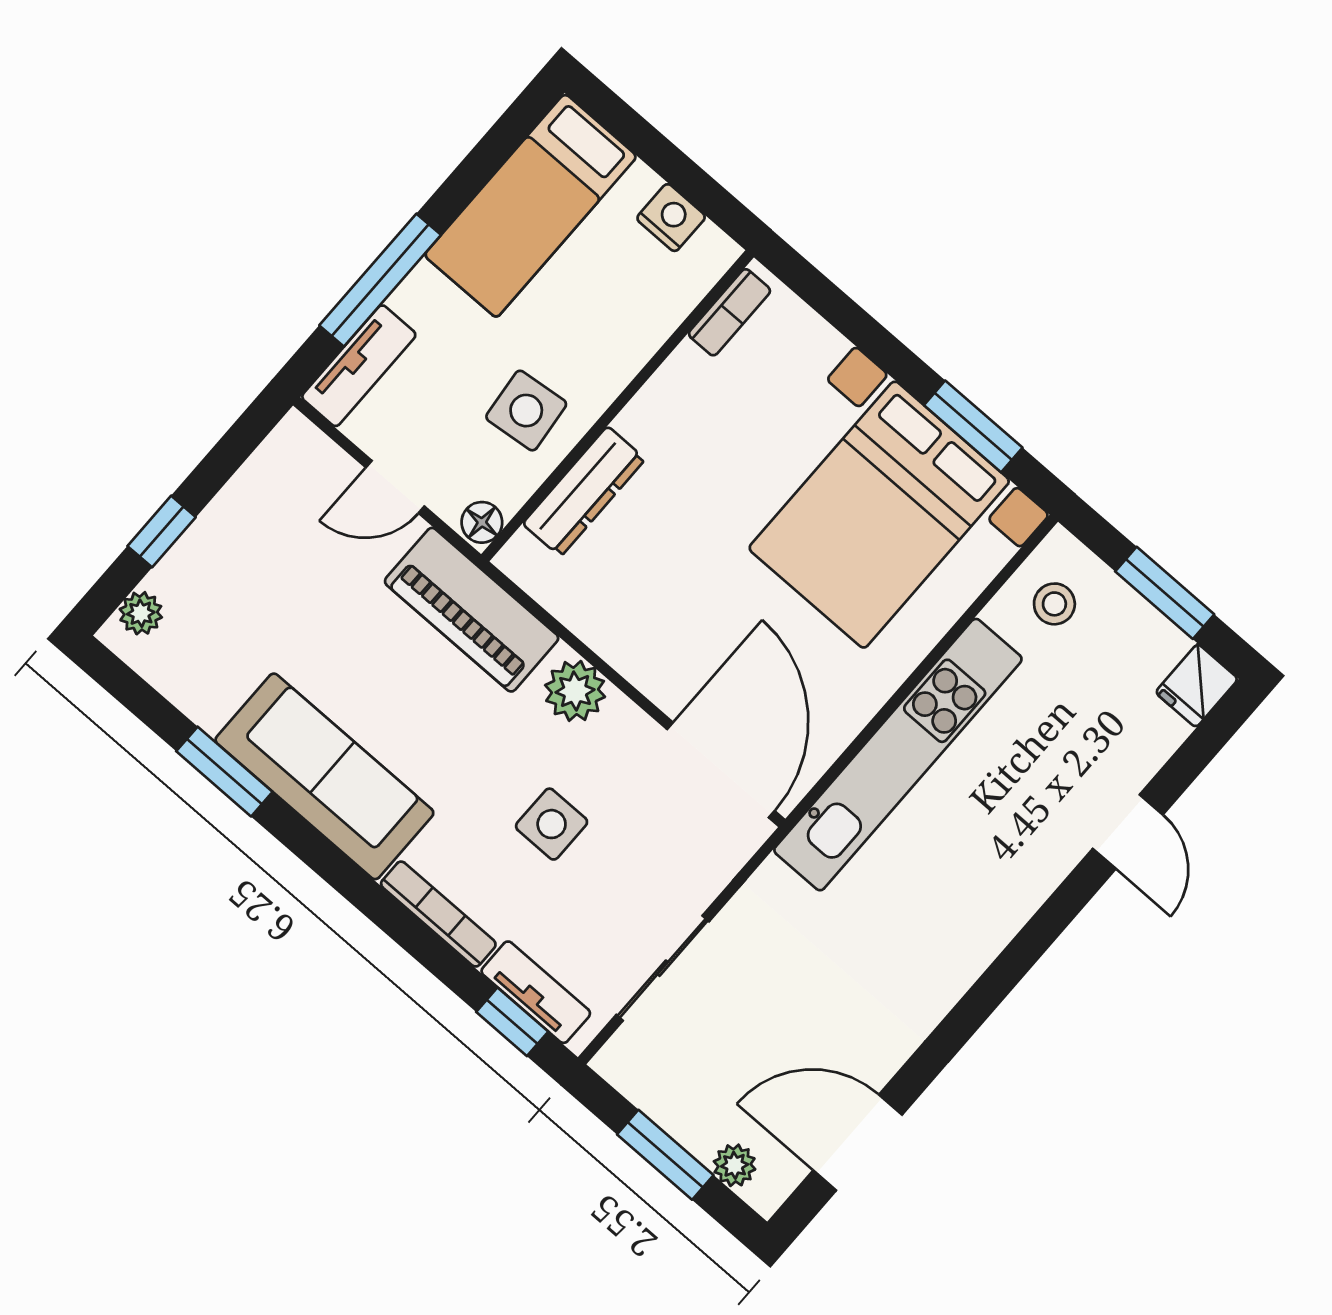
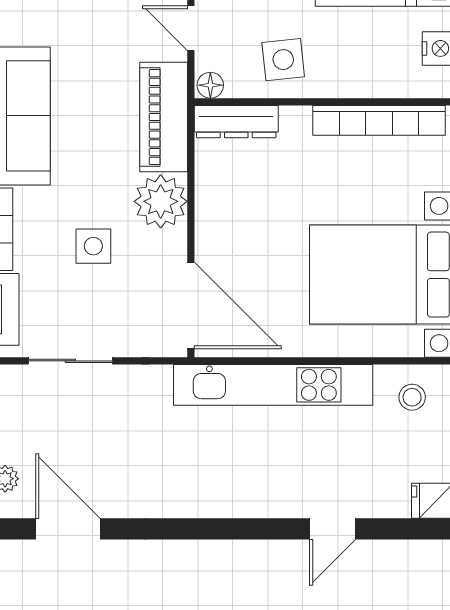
bookcase: (729, 312) -> (379, 120), width x2.31, depth x1.31
dresser: (584, 491) -> (236, 122), moved
plant: (575, 691) -> (161, 201), width x1.36, depth x1.36
door: (721, 770) -> (191, 305), hinge flipped

